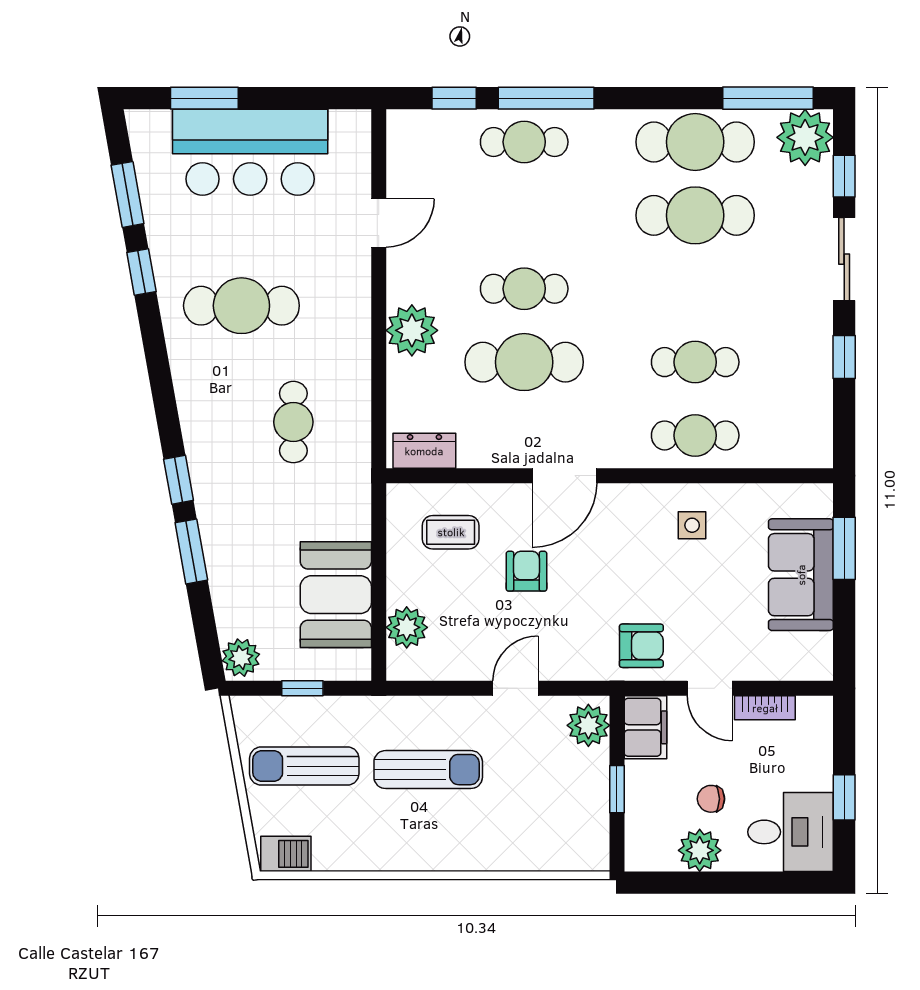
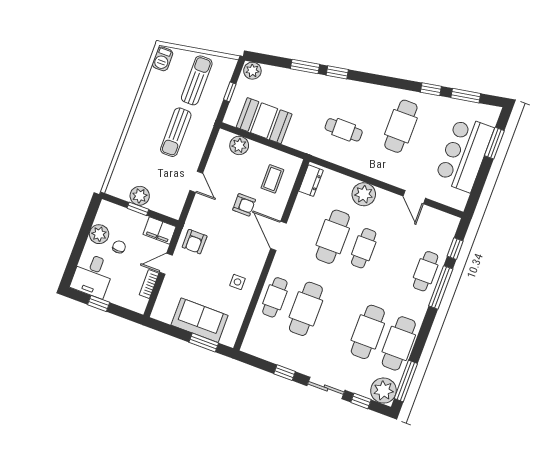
cafe table: (695, 362) -> (306, 309), width x1.37, depth x1.35
plant: (588, 725) -> (140, 196), moved

